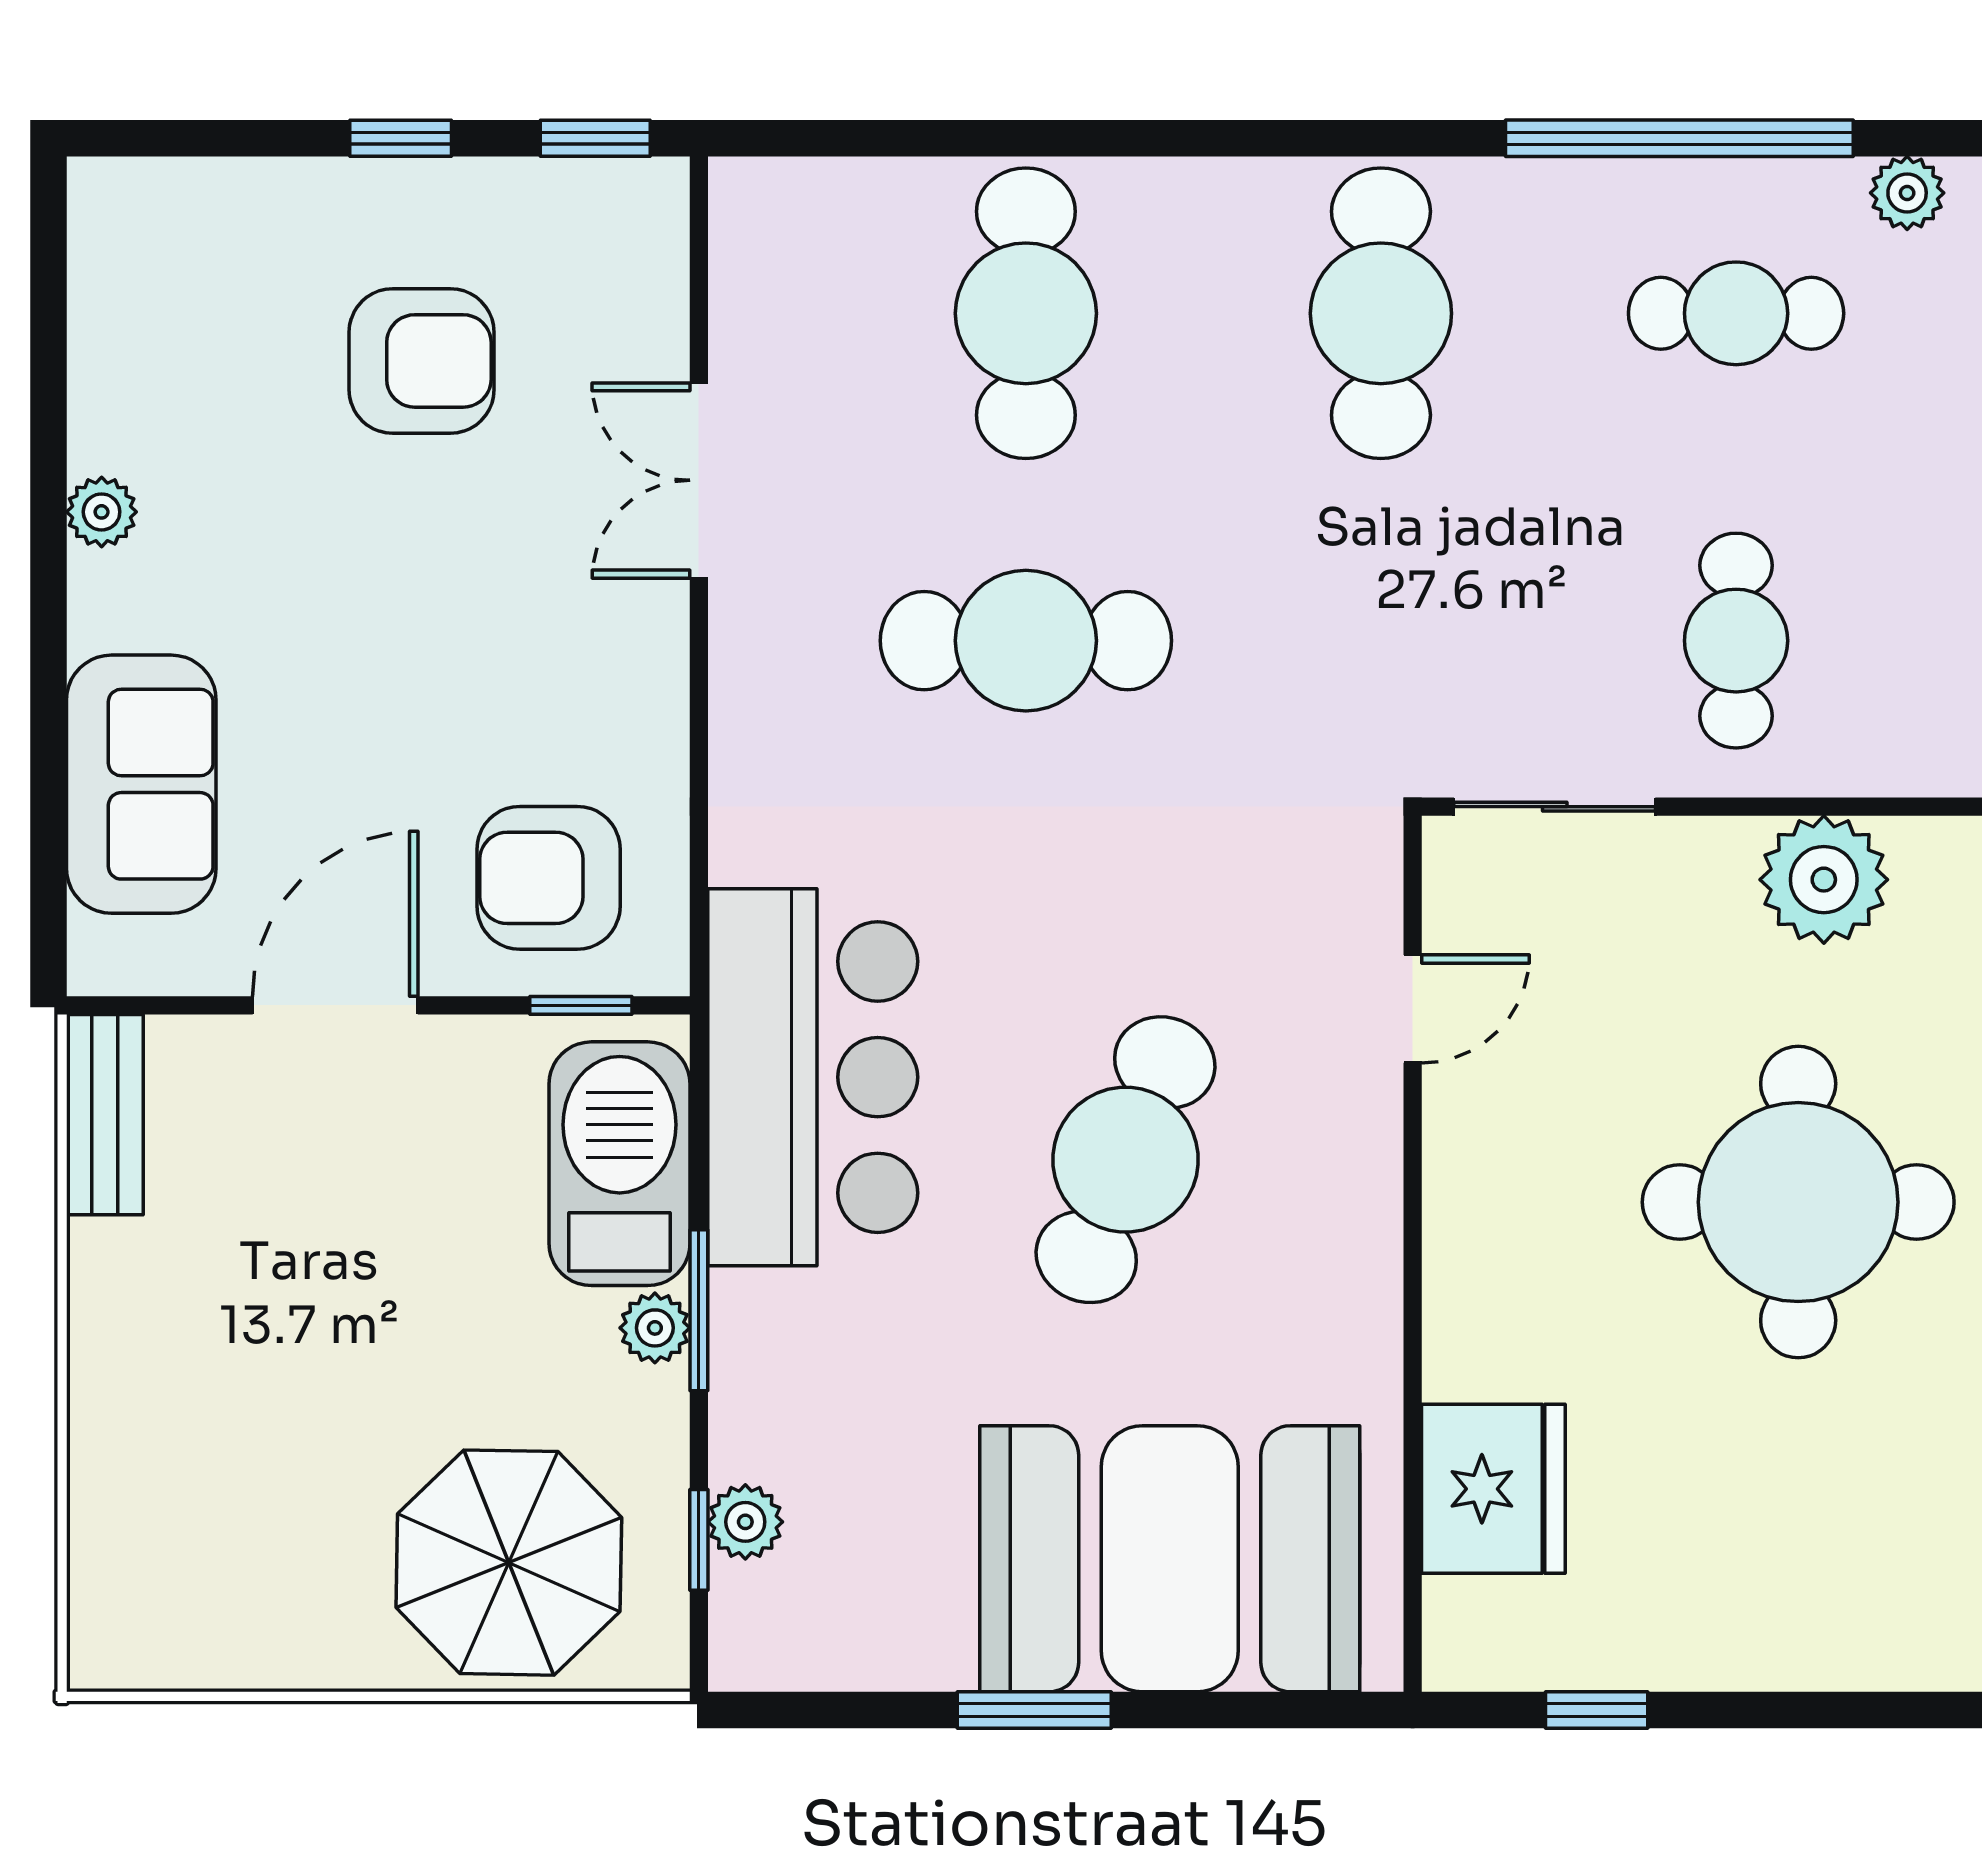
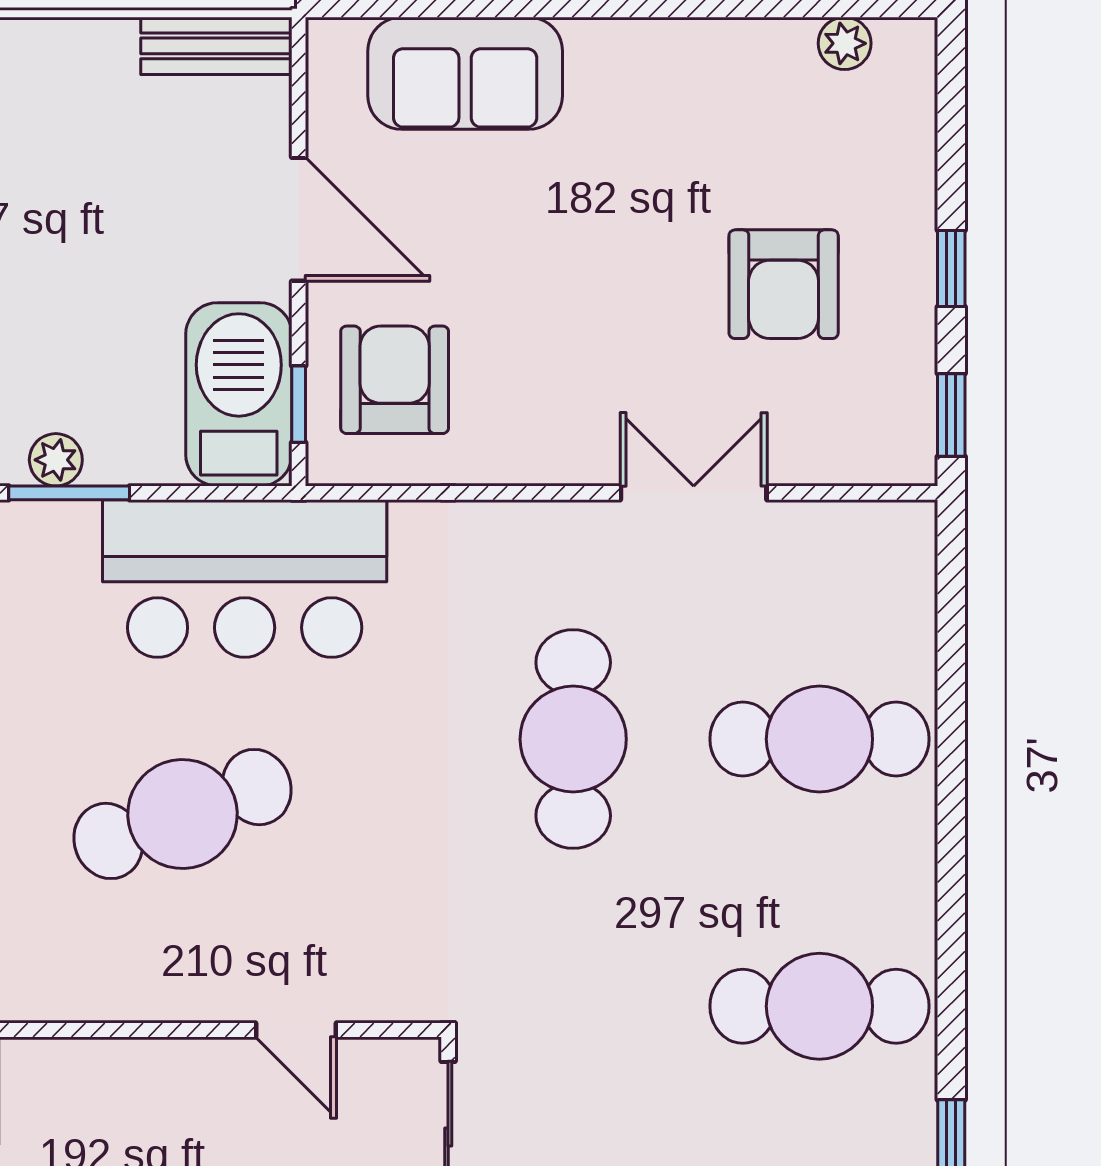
plant: (102, 512) -> (845, 43), moved
cafe table: (1126, 1160) -> (183, 814), turned -42
barbecue: (620, 1164) -> (239, 394), moved, turned -90

